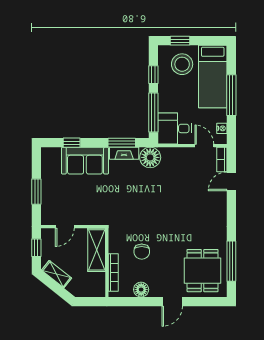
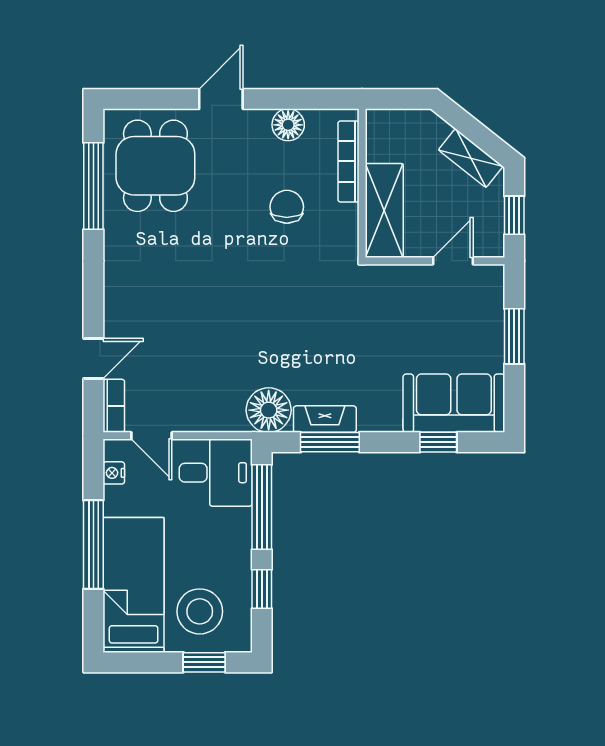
sofa: (85, 161) -> (454, 403), moved

